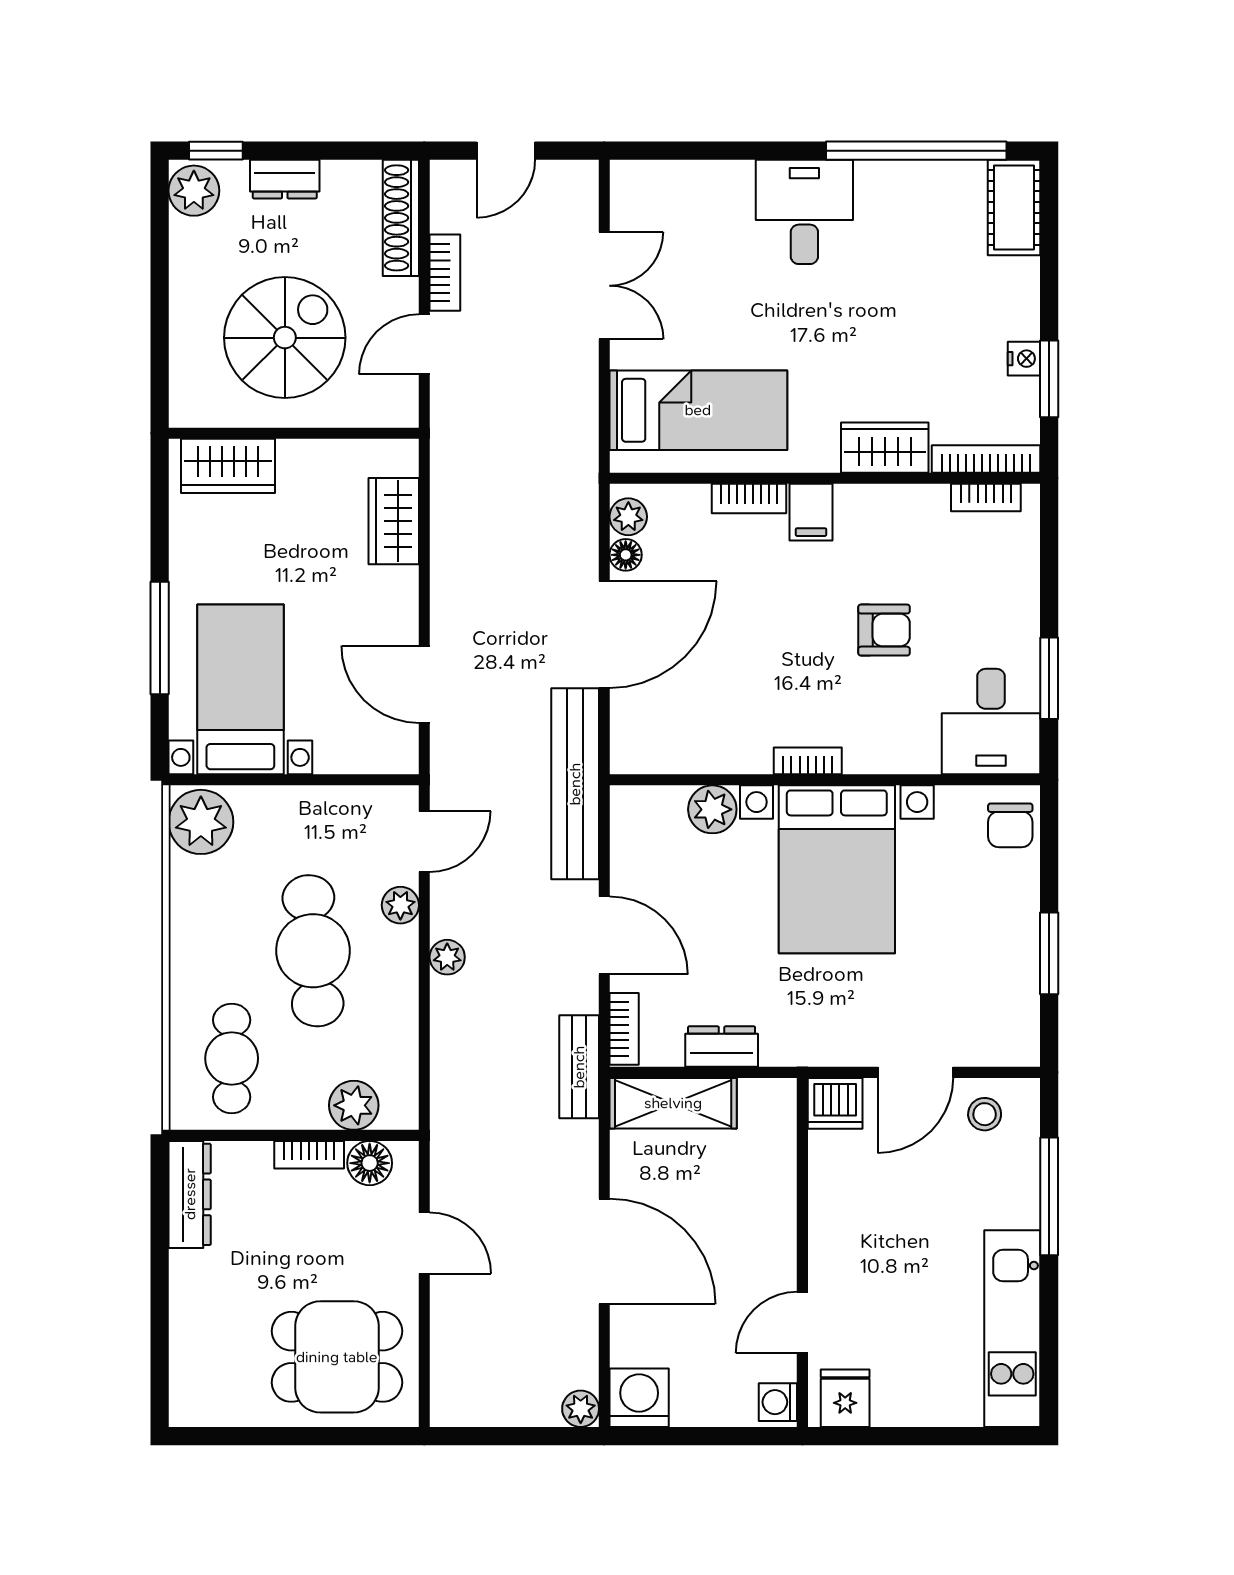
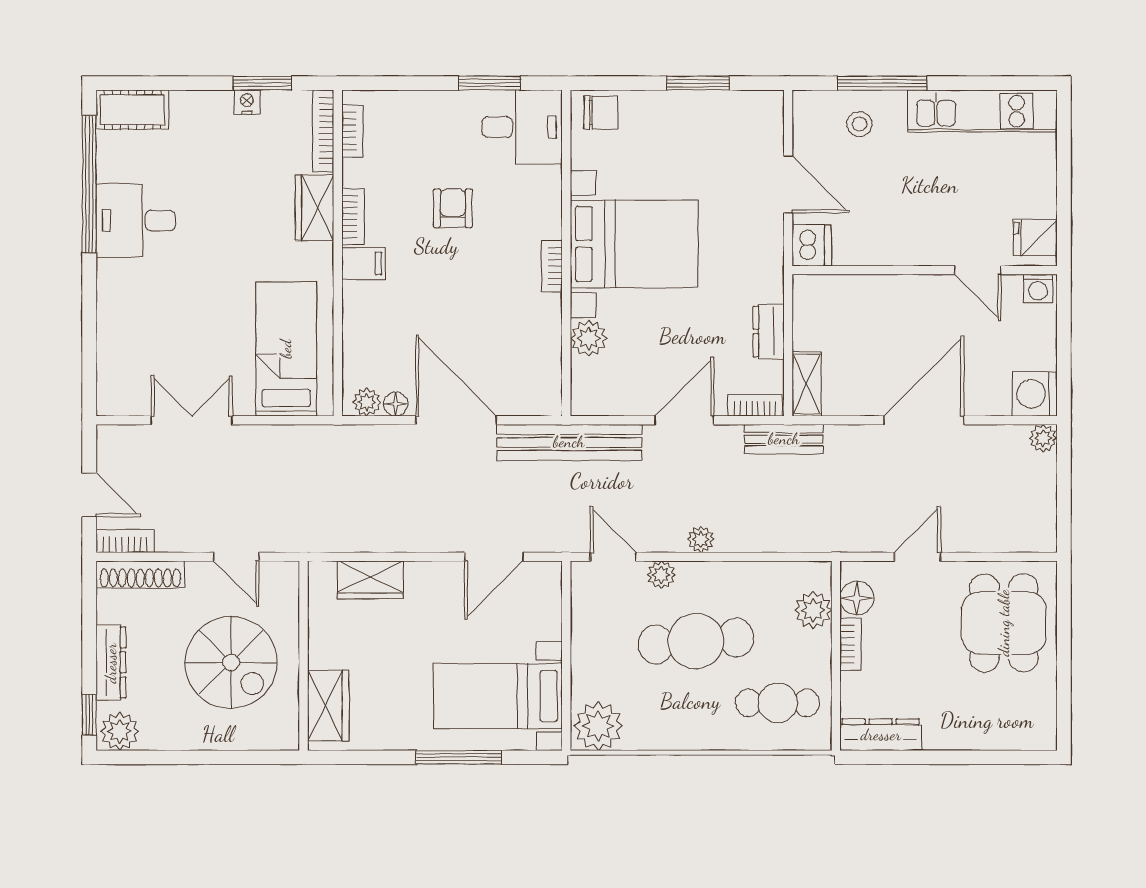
dresser: (285, 179) -> (111, 663), width x1.44
desk: (804, 212) -> (136, 221), moved
bookcase: (445, 273) -> (125, 541), moved
spiral stairs: (285, 338) -> (231, 662), turned 180
bookcase: (749, 499) -> (353, 216), moved
shelving: (673, 1103) -> (807, 384), width x0.67, depth x0.75
stool: (985, 1114) -> (859, 124), moved

